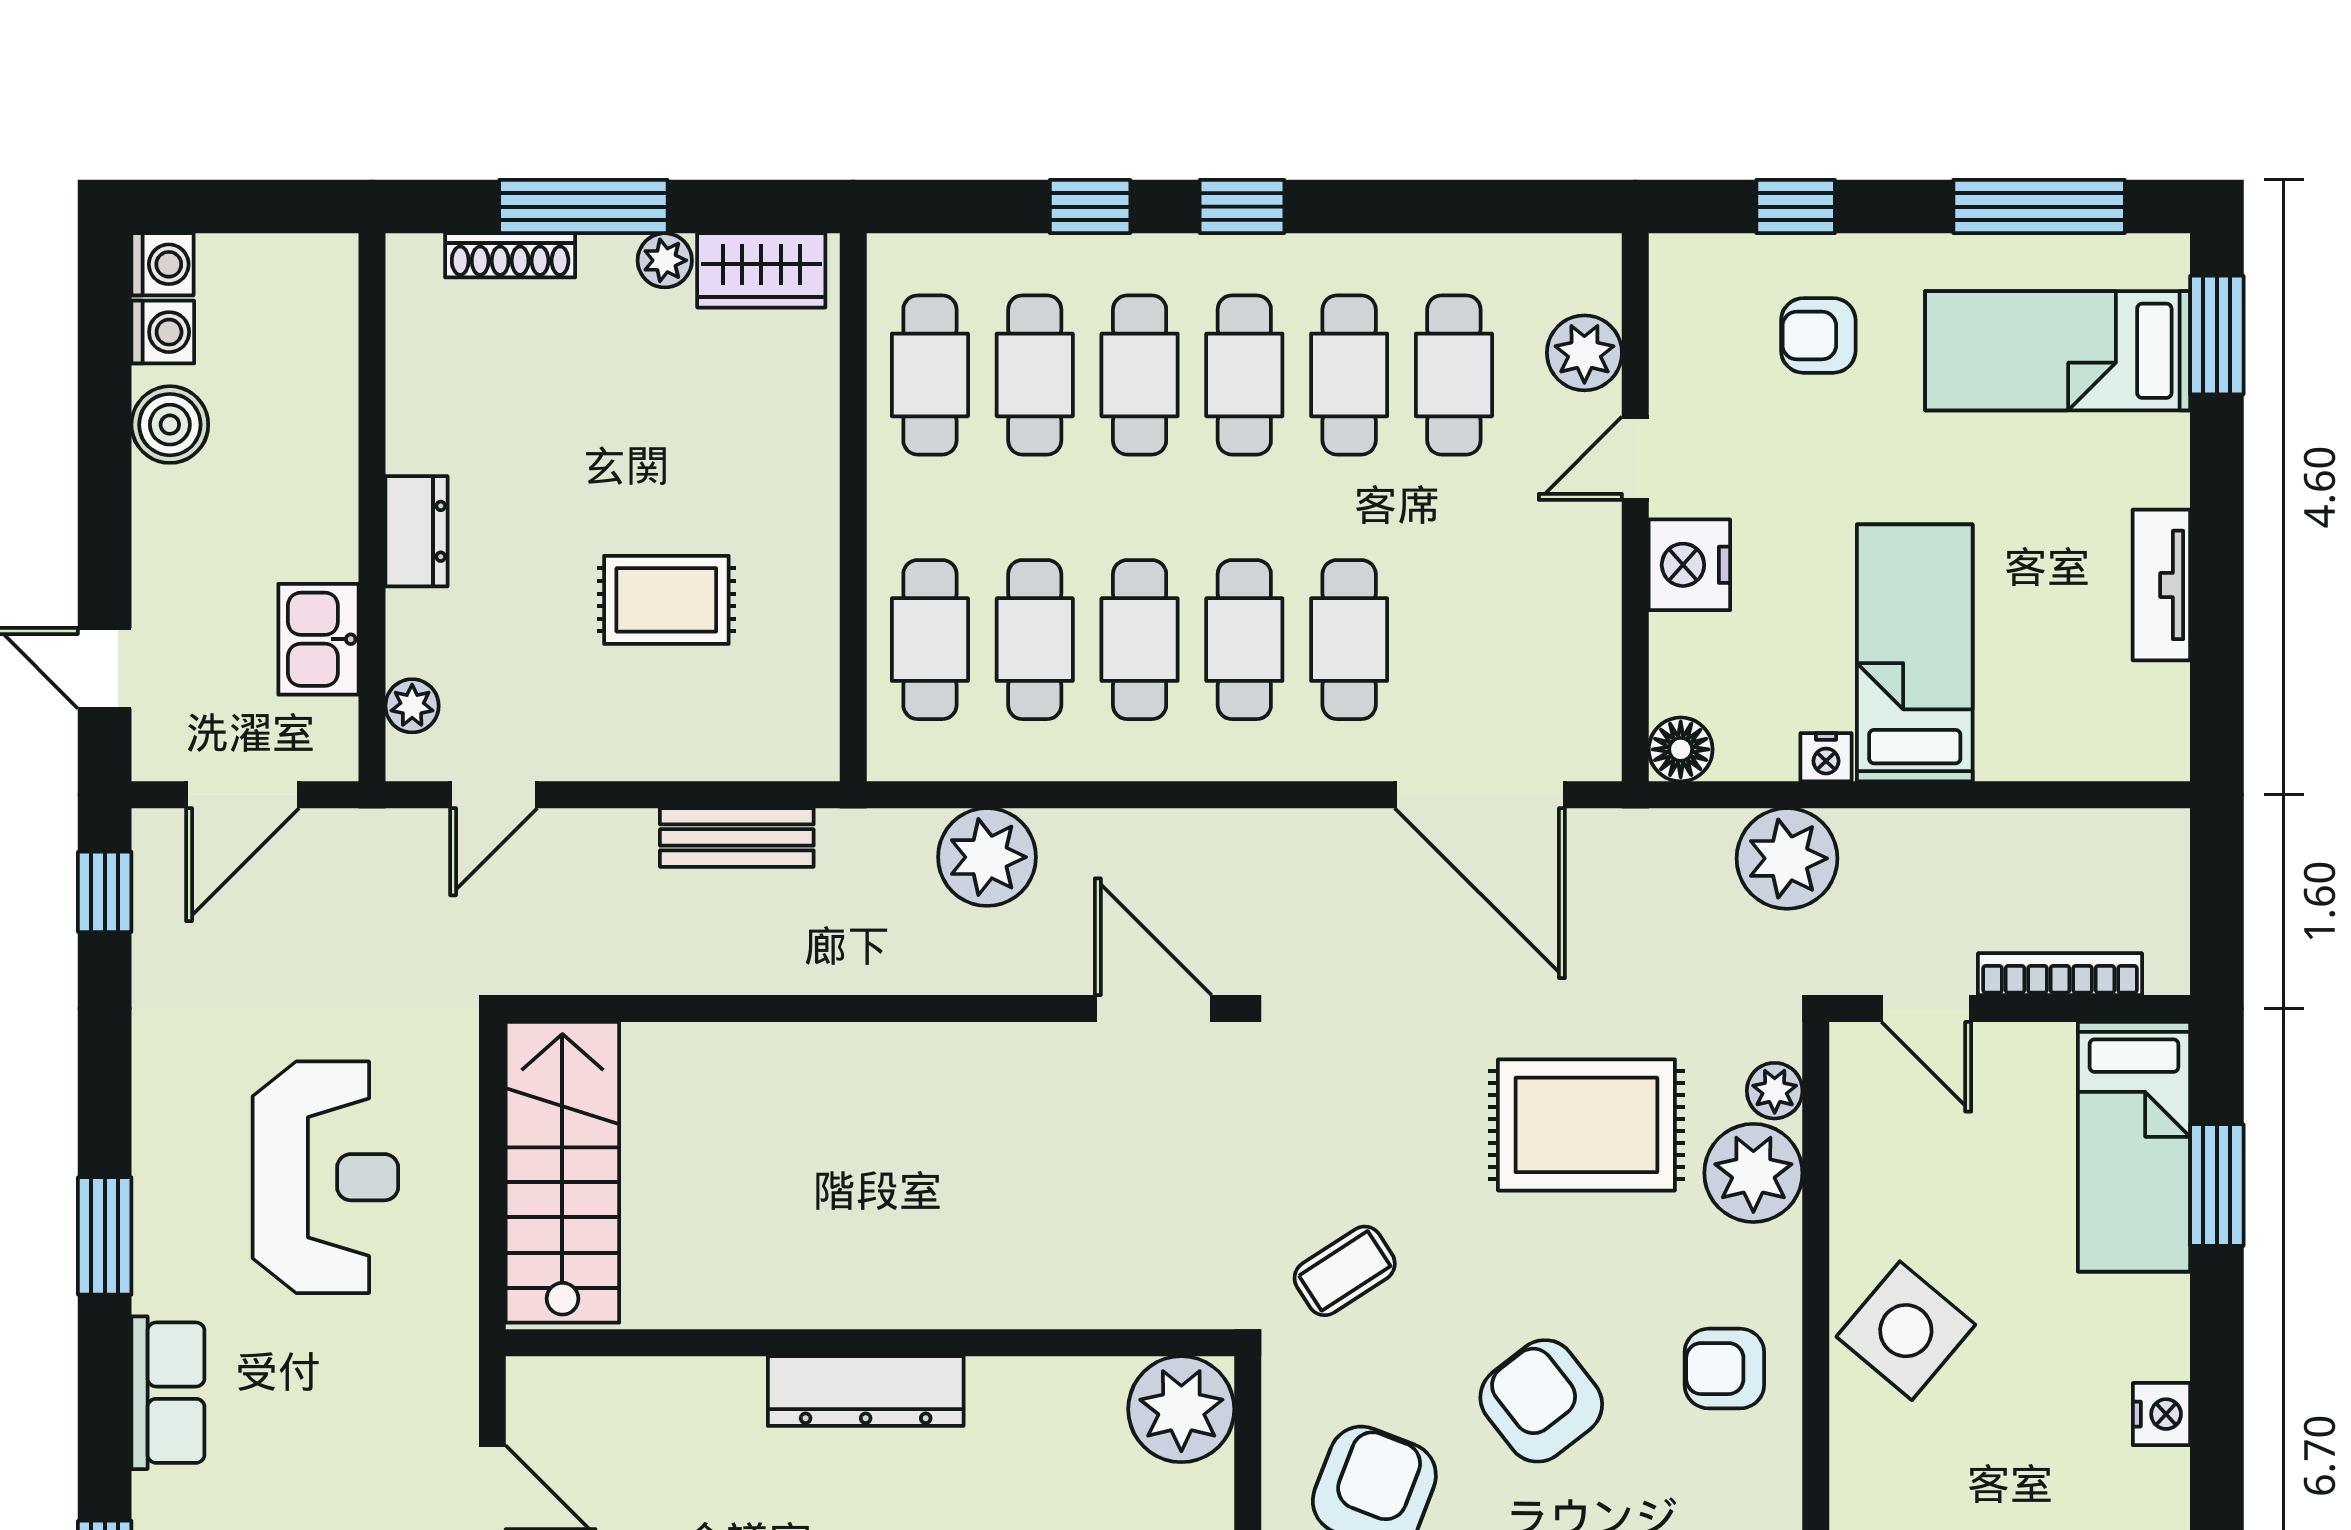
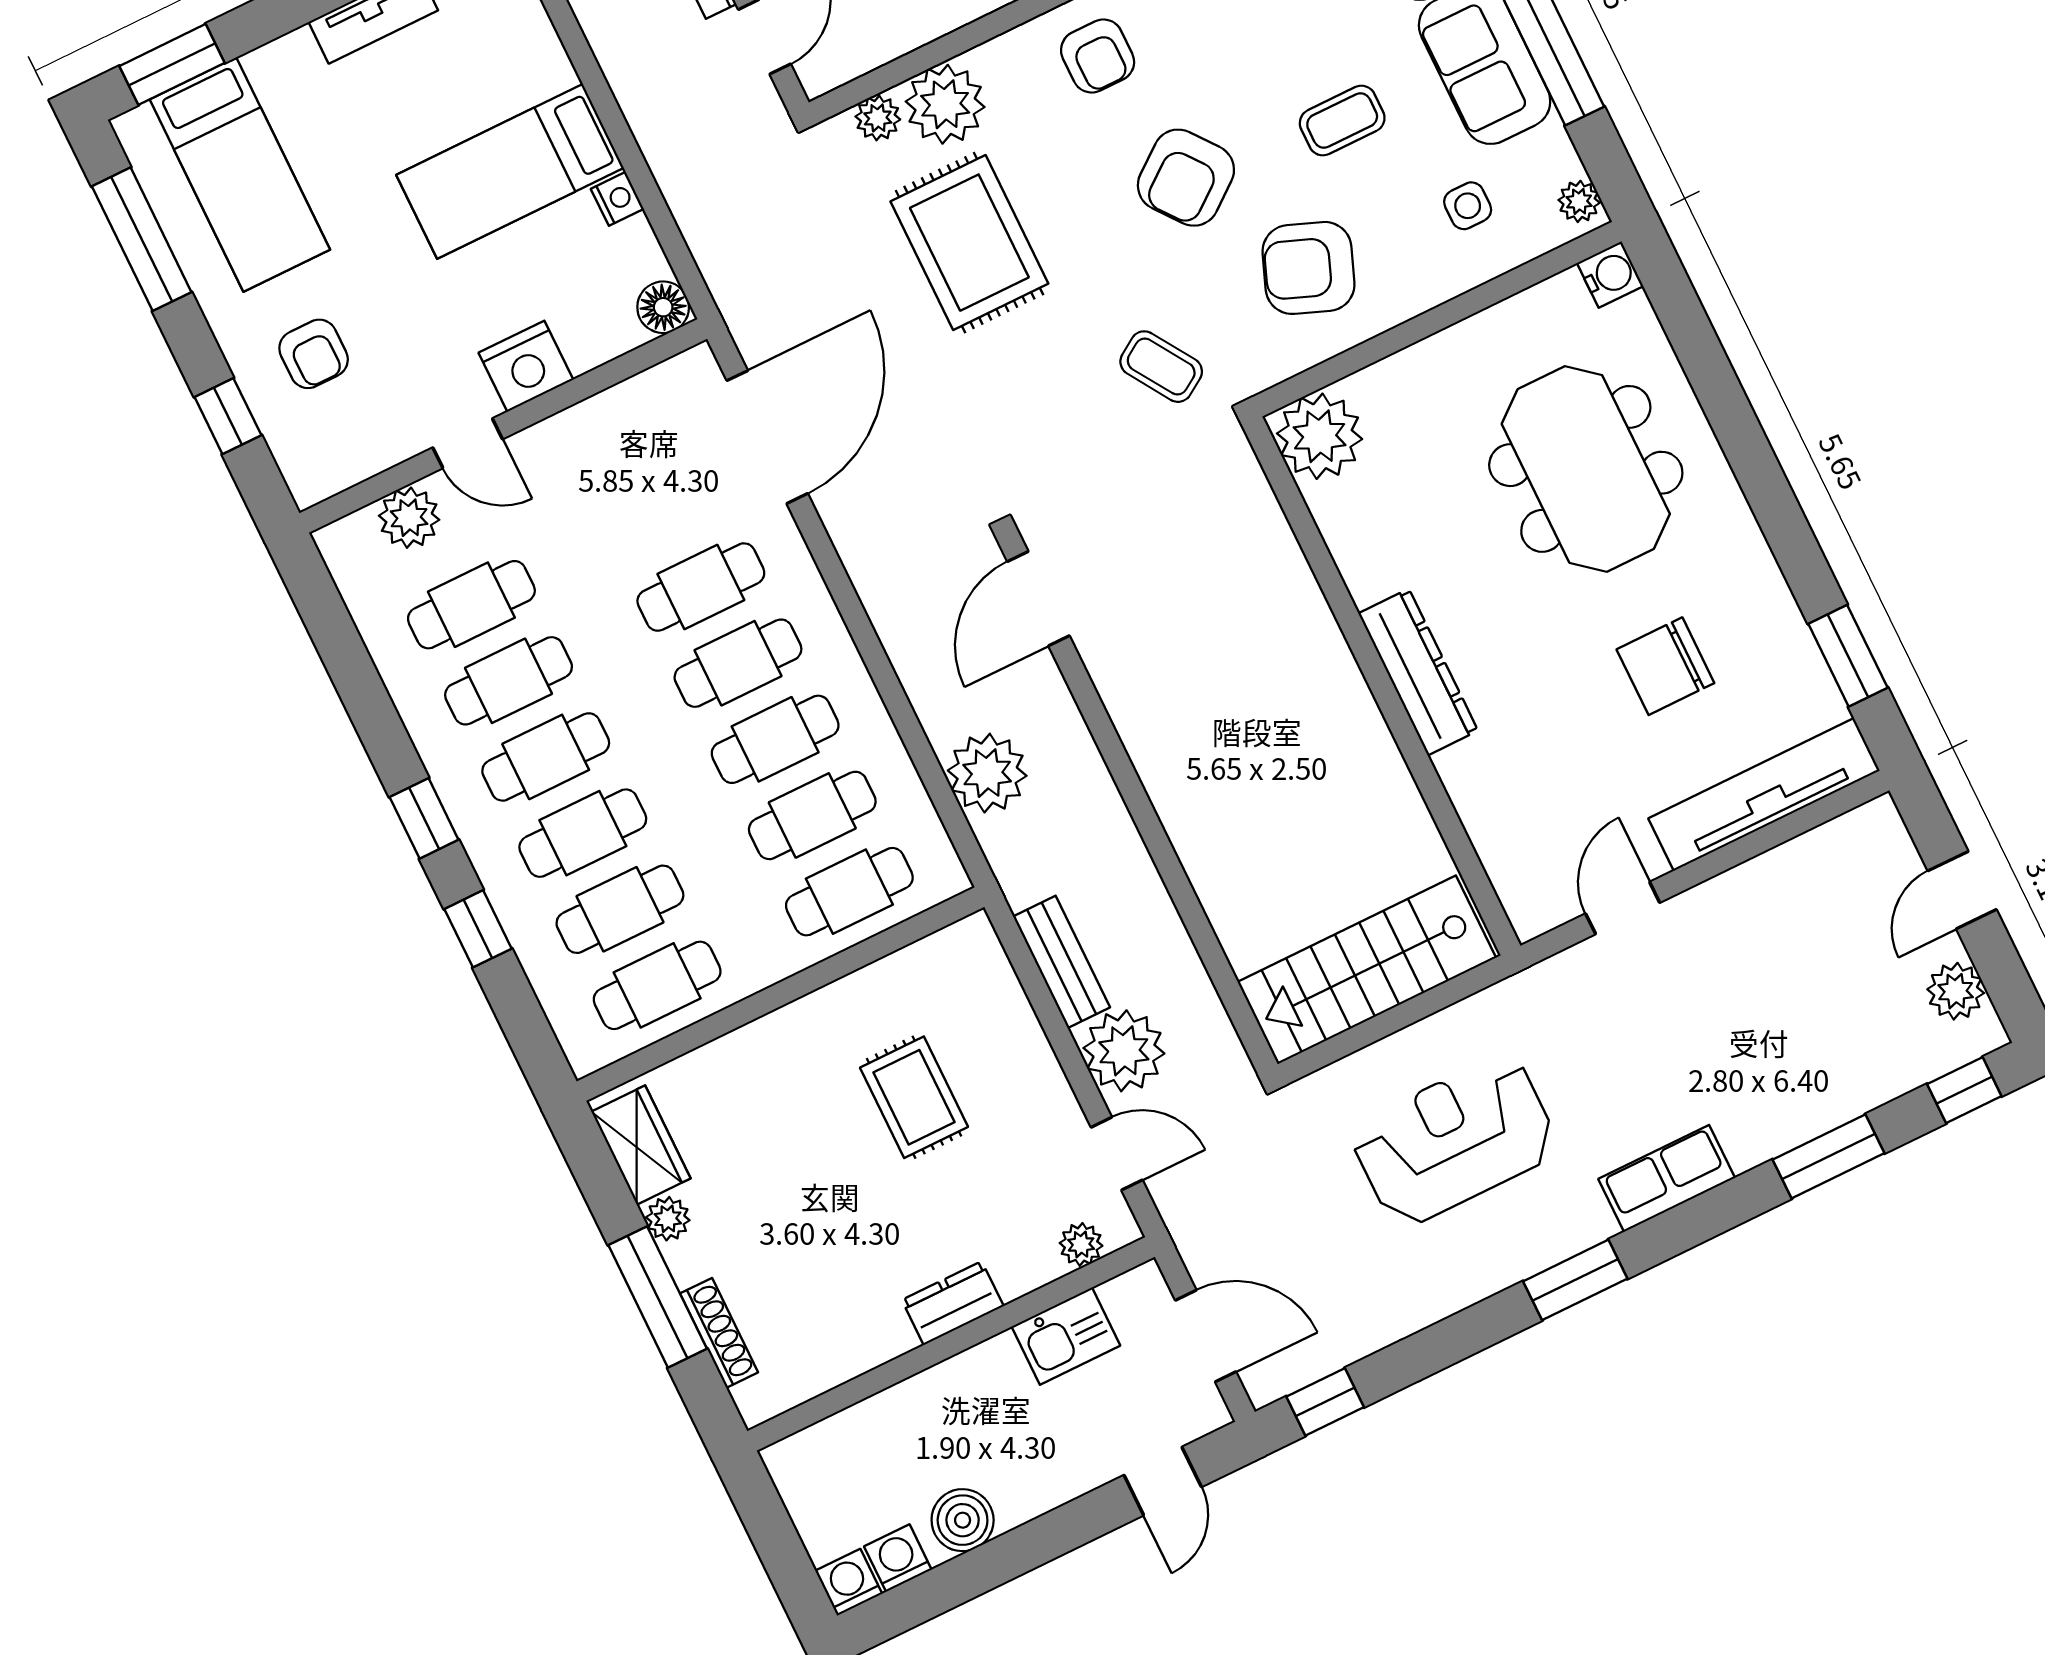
plant: (1787, 858) -> (1124, 1051), moved

